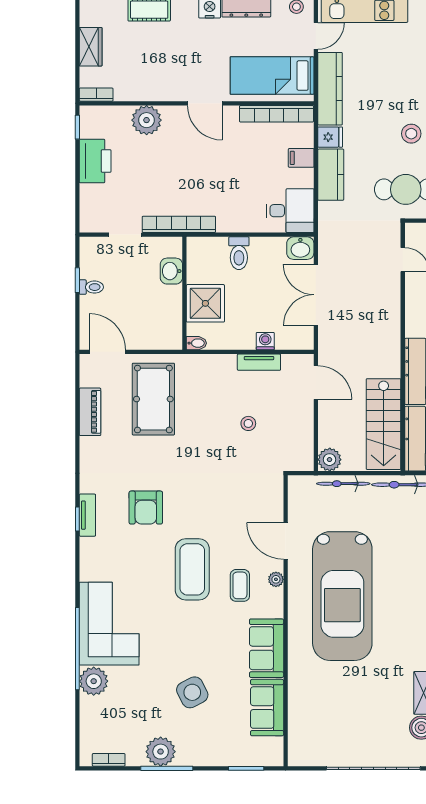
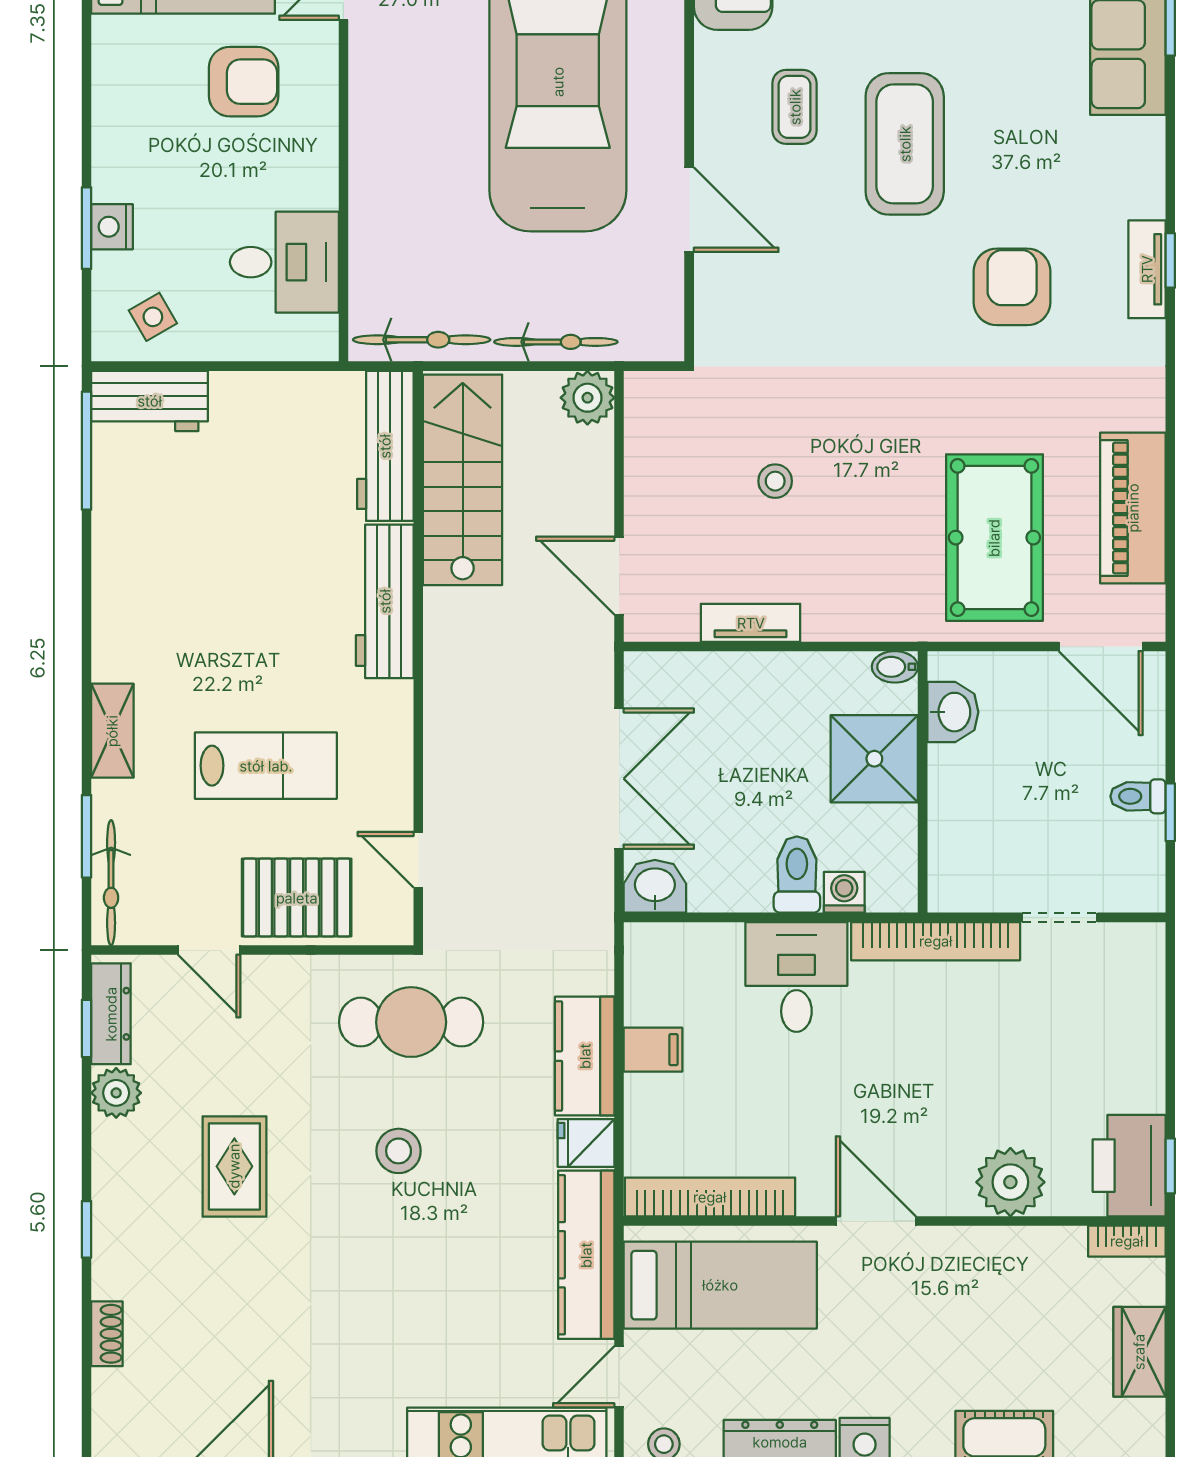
filing cabinet: (301, 158) -> (653, 1050), moved
printer: (95, 161) -> (1129, 1166), moved
desk: (290, 211) -> (796, 977), moved, turned 90
washbasin: (171, 271) -> (953, 712), moved
washing machine: (265, 341) -> (844, 892), moved, turned 180
piano: (90, 412) -> (1133, 508), width x1.37, depth x1.33
plant: (276, 579) -> (711, 121), removed

